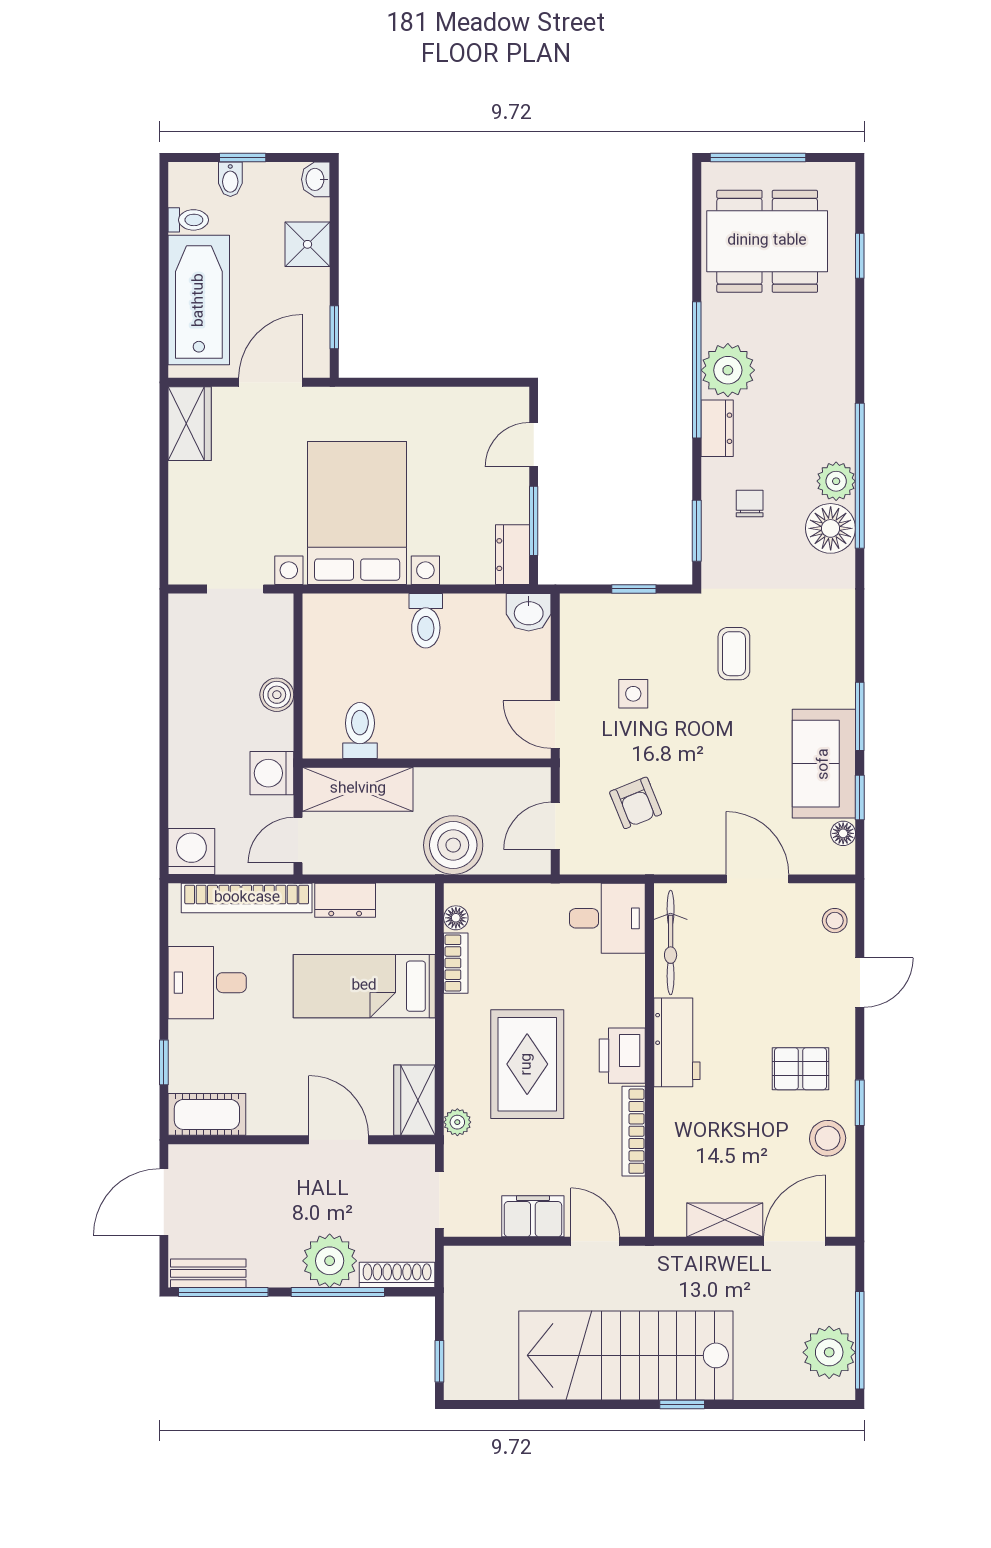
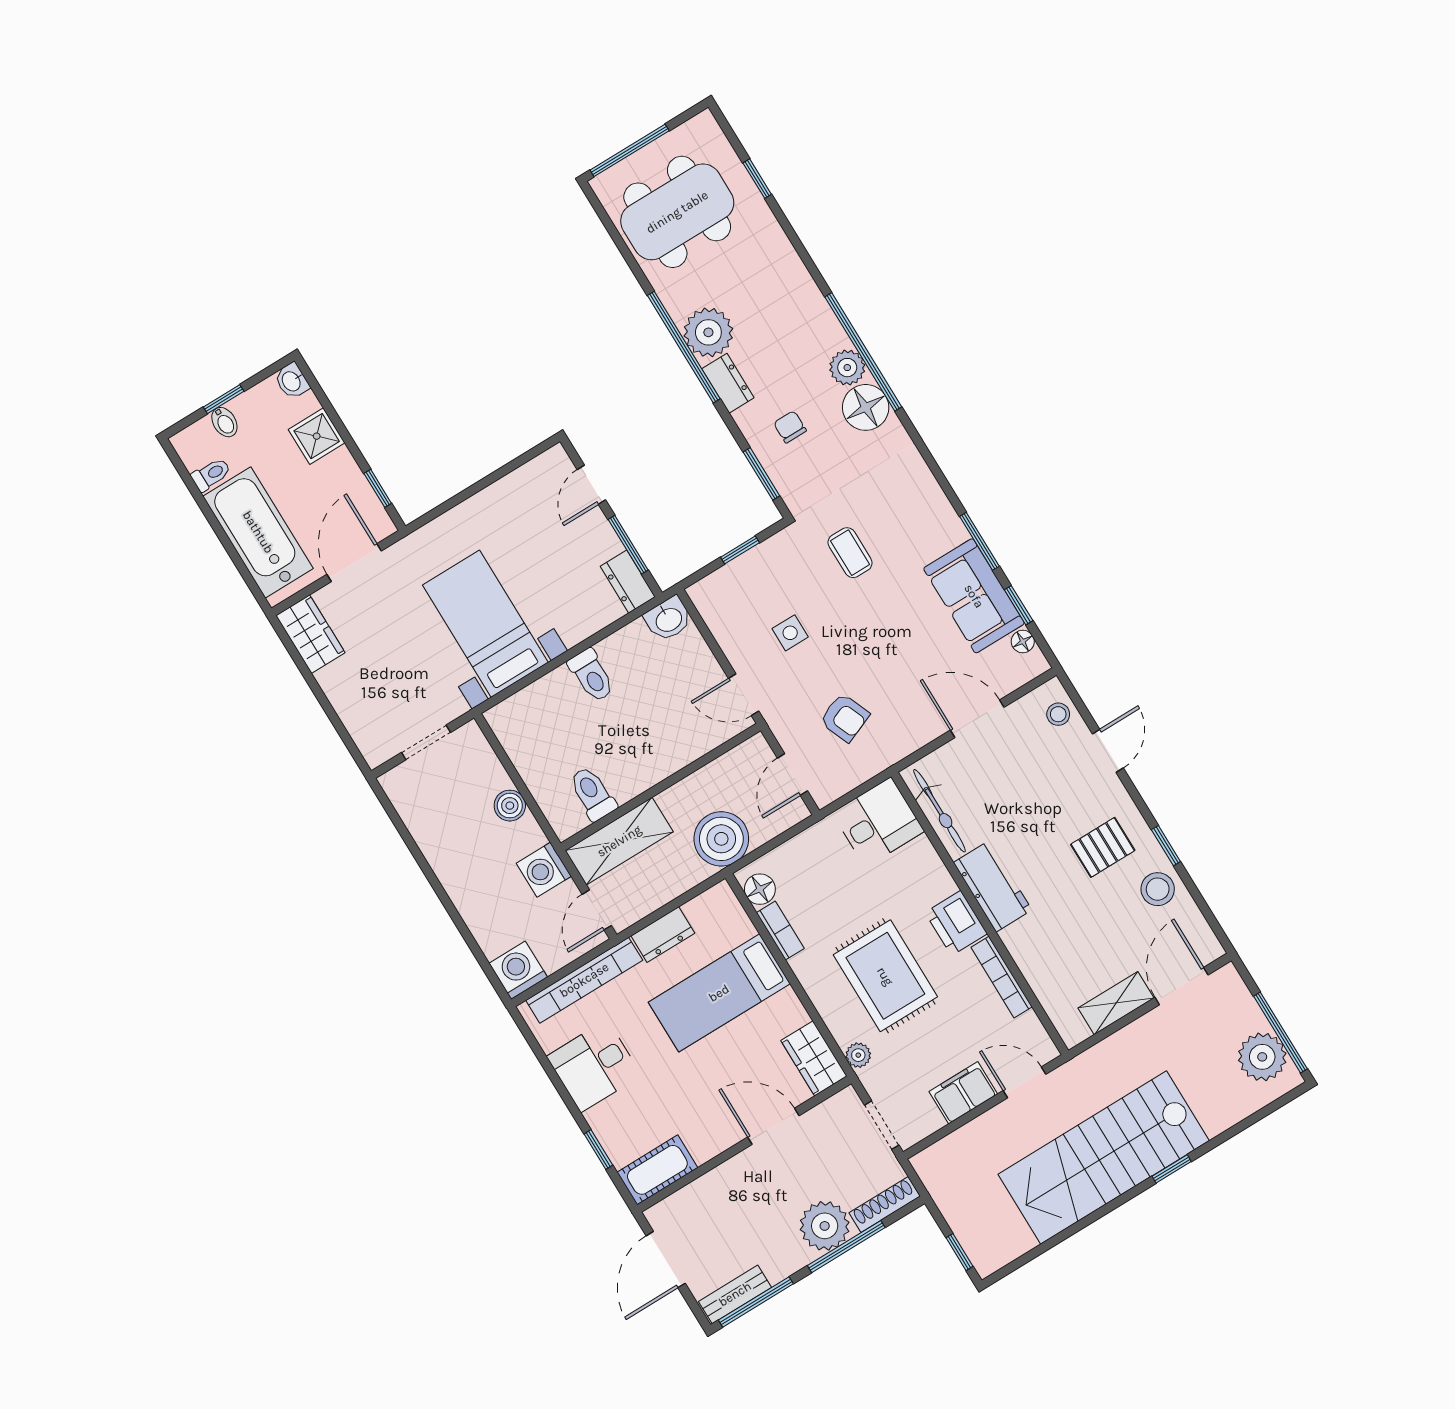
bed with nightstands: (357, 513) -> (485, 624), width x0.73
floor lamp: (456, 918) -> (760, 889), width x1.37, depth x1.37

